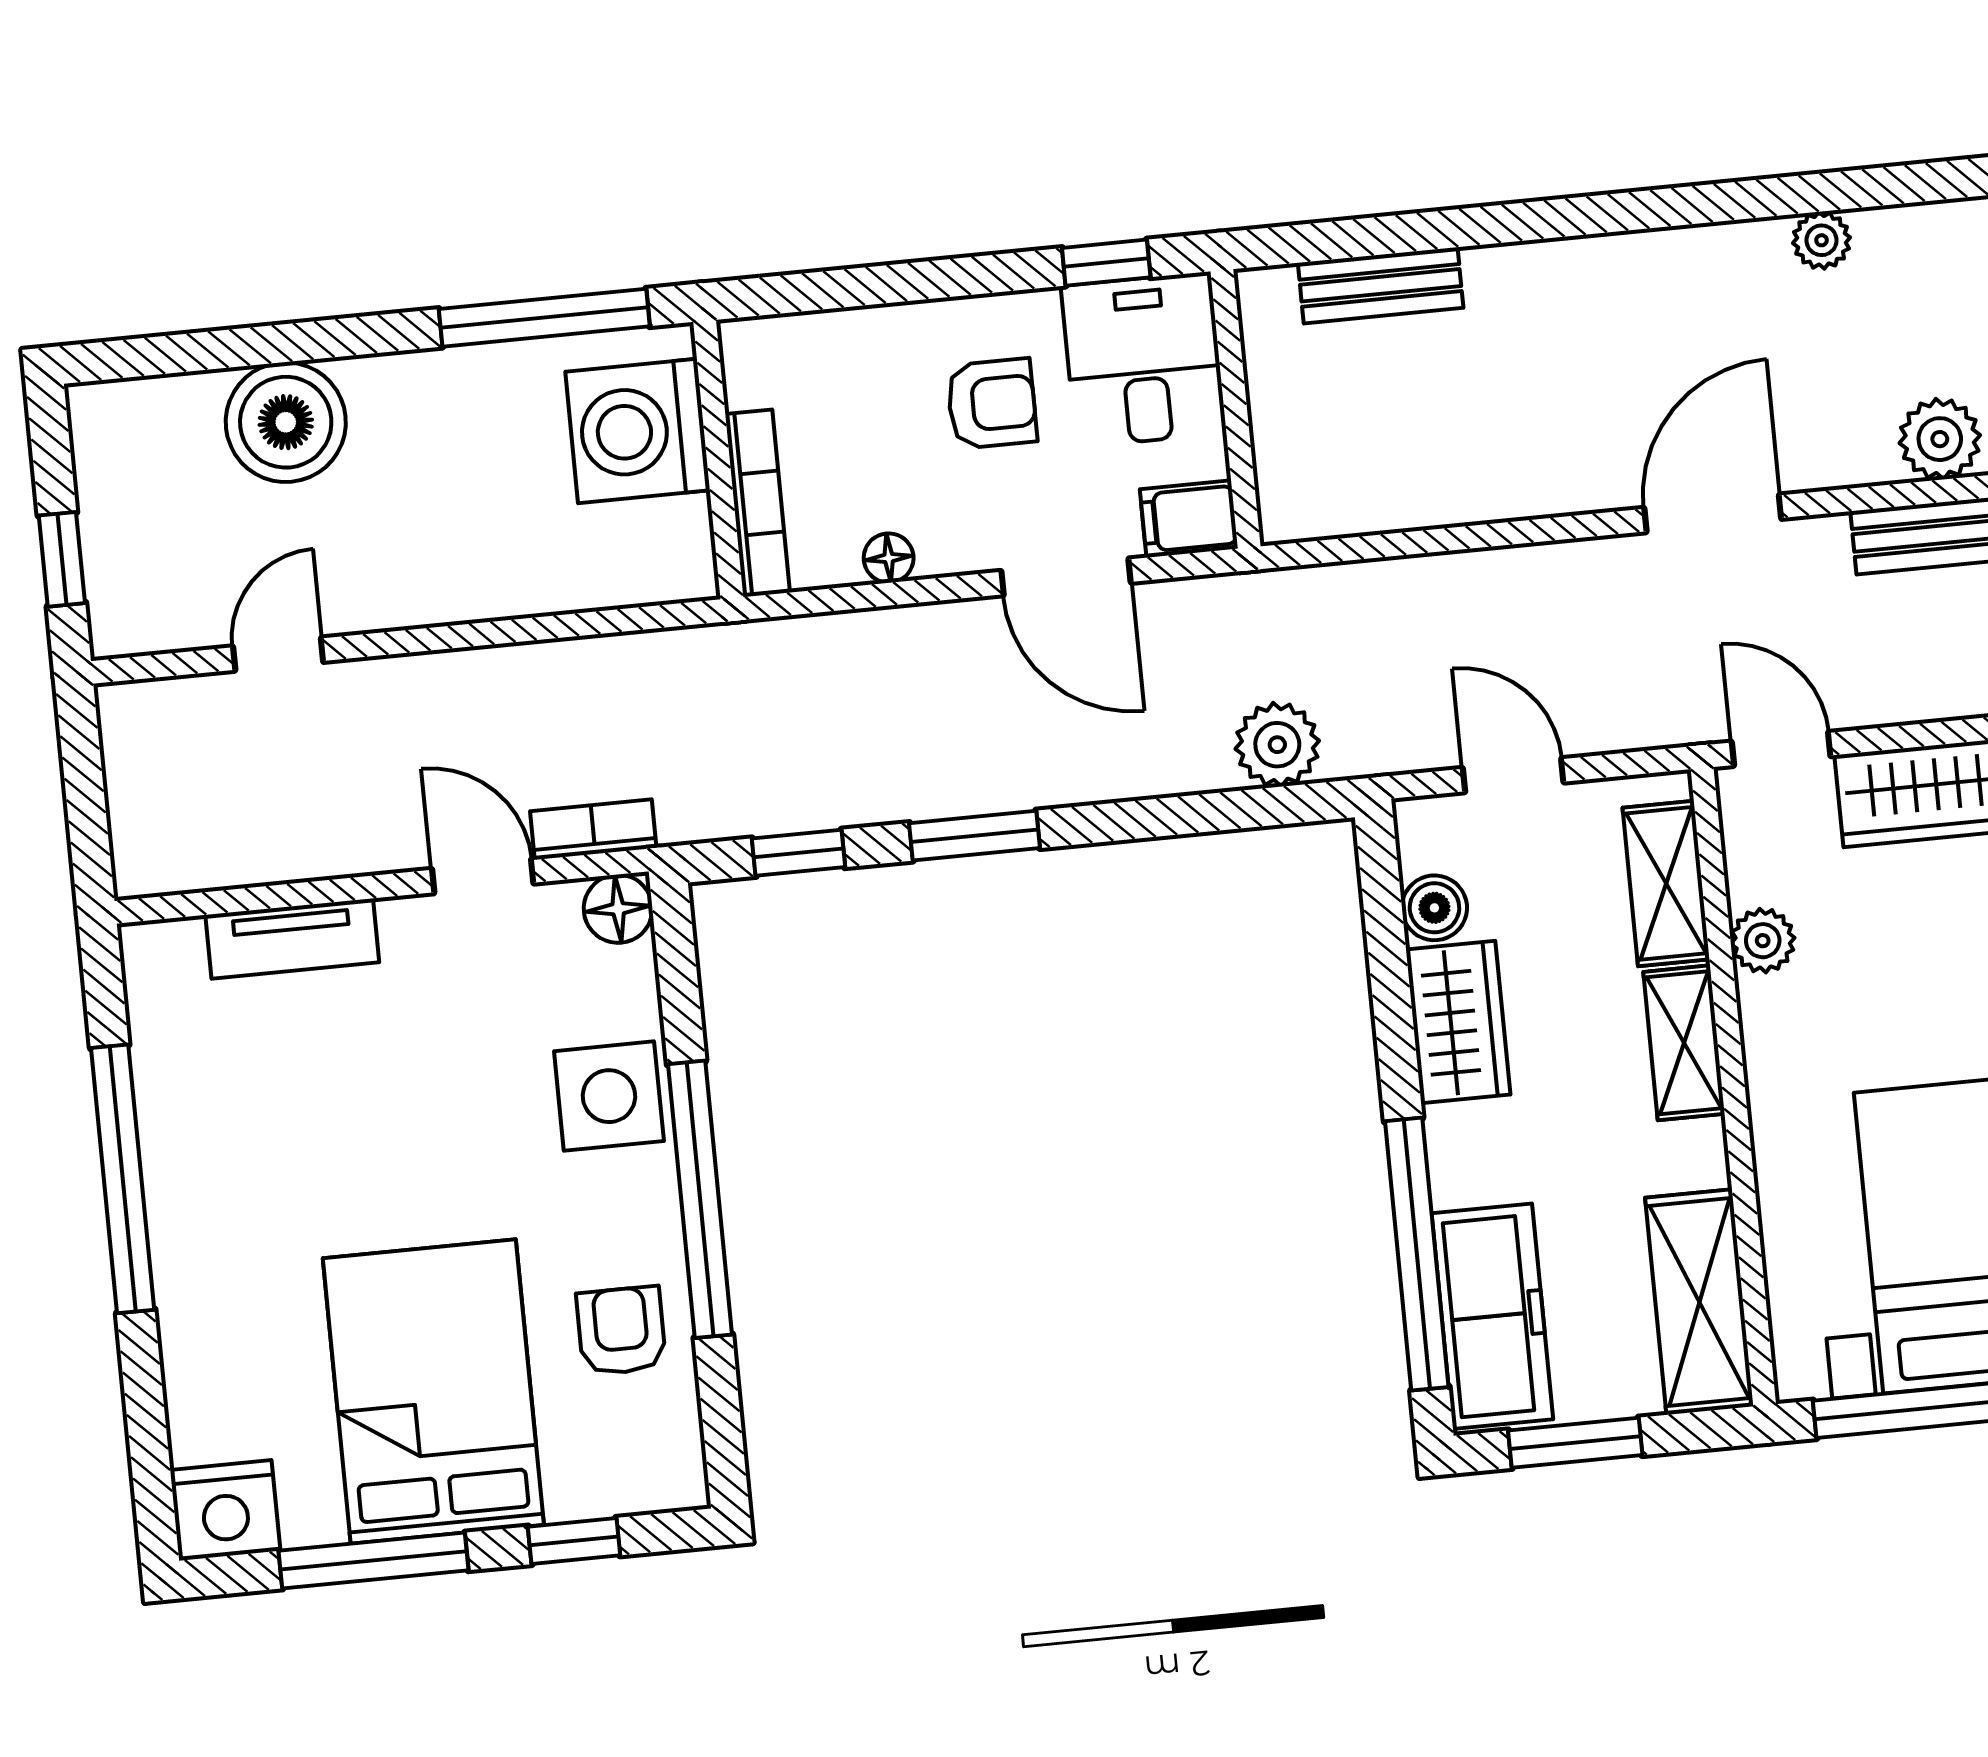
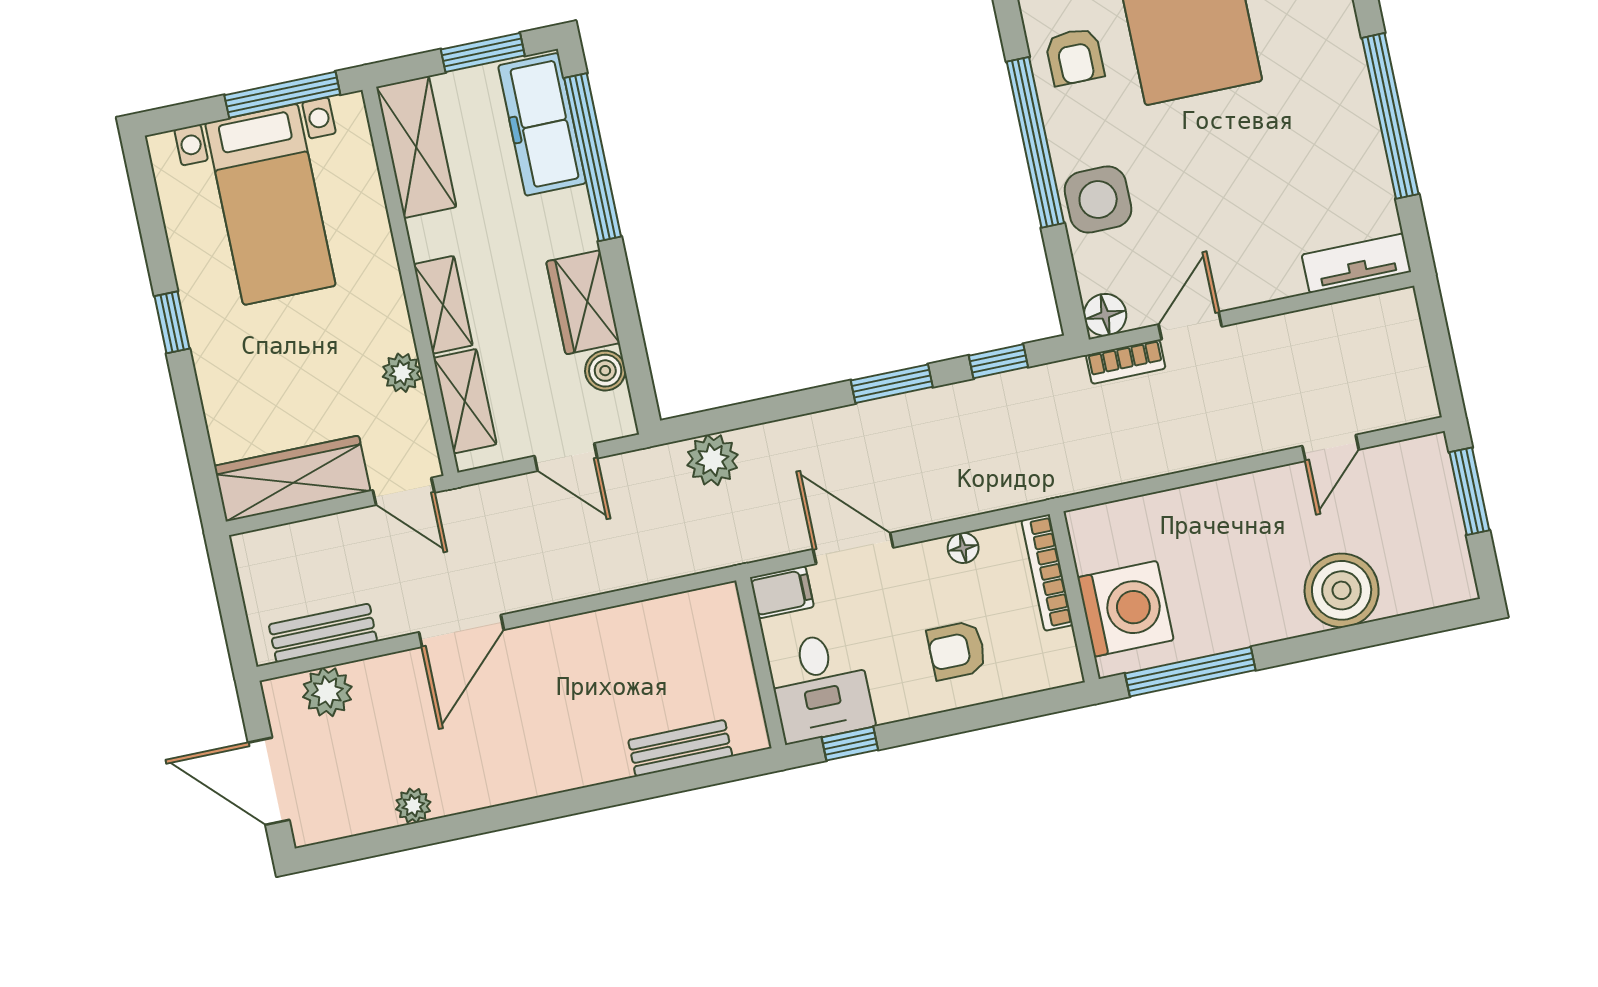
armchair: (992, 404) -> (957, 650), moved
window: (62, 559) -> (1469, 491), width x1.50
door: (483, 876) -> (1190, 326), swing flipped
tv unit: (292, 939) -> (1356, 263), moved

